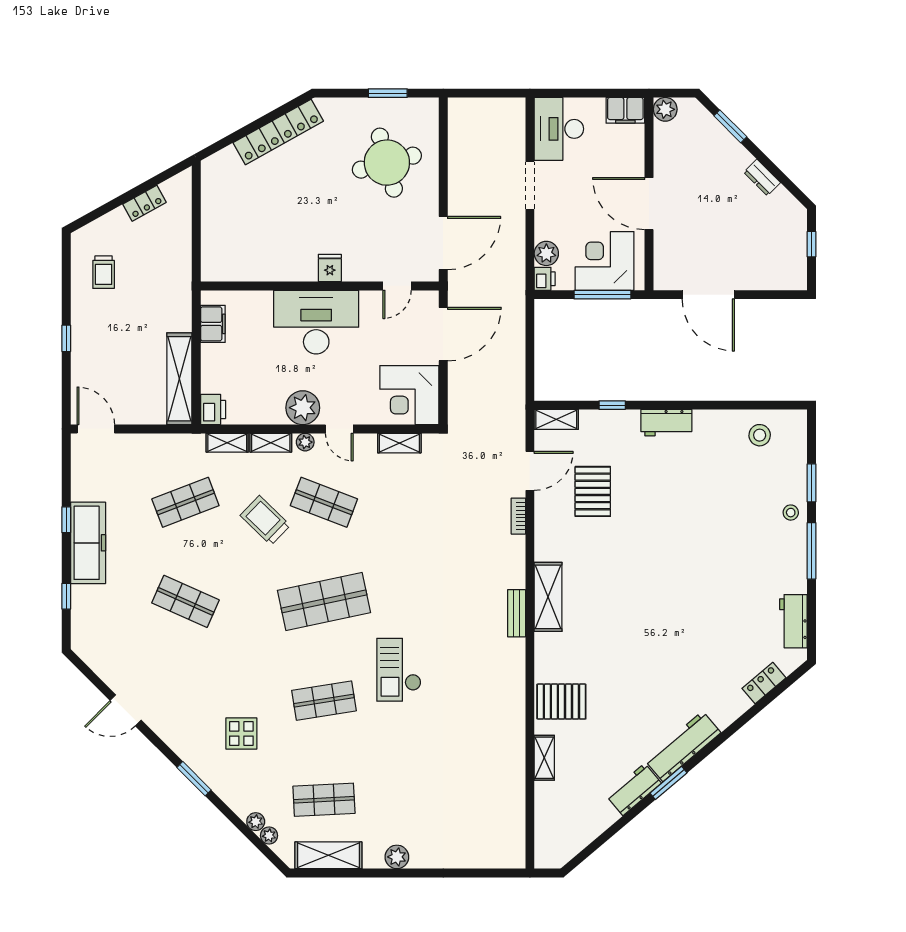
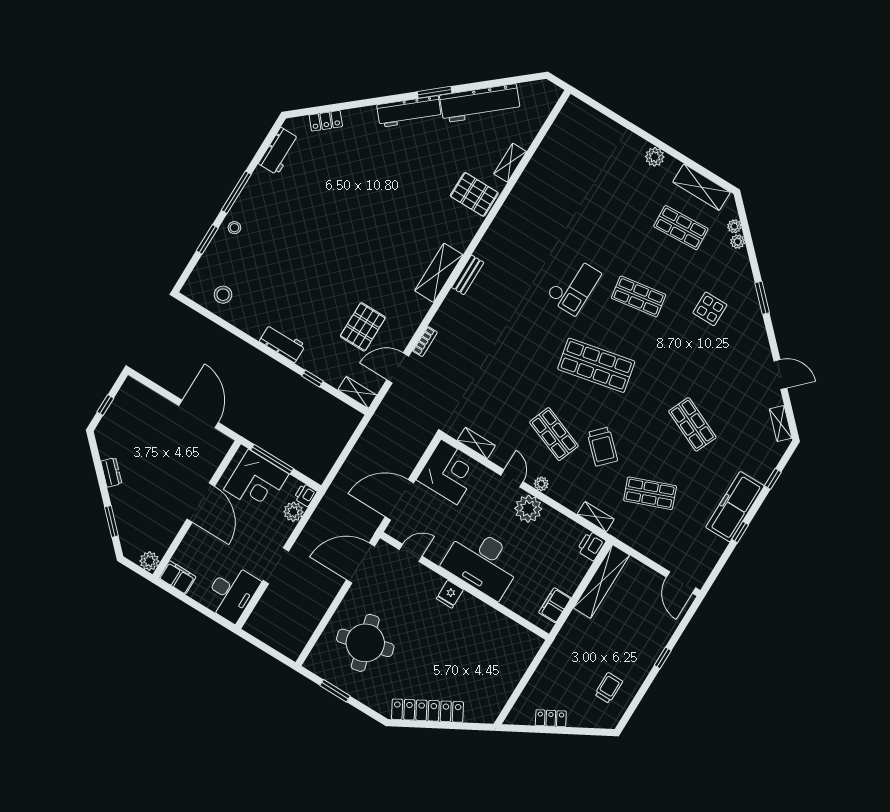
shelving: (271, 443) -> (781, 424), moved, turned 45
workbench: (634, 789) -> (480, 103), width x1.88, depth x1.32

